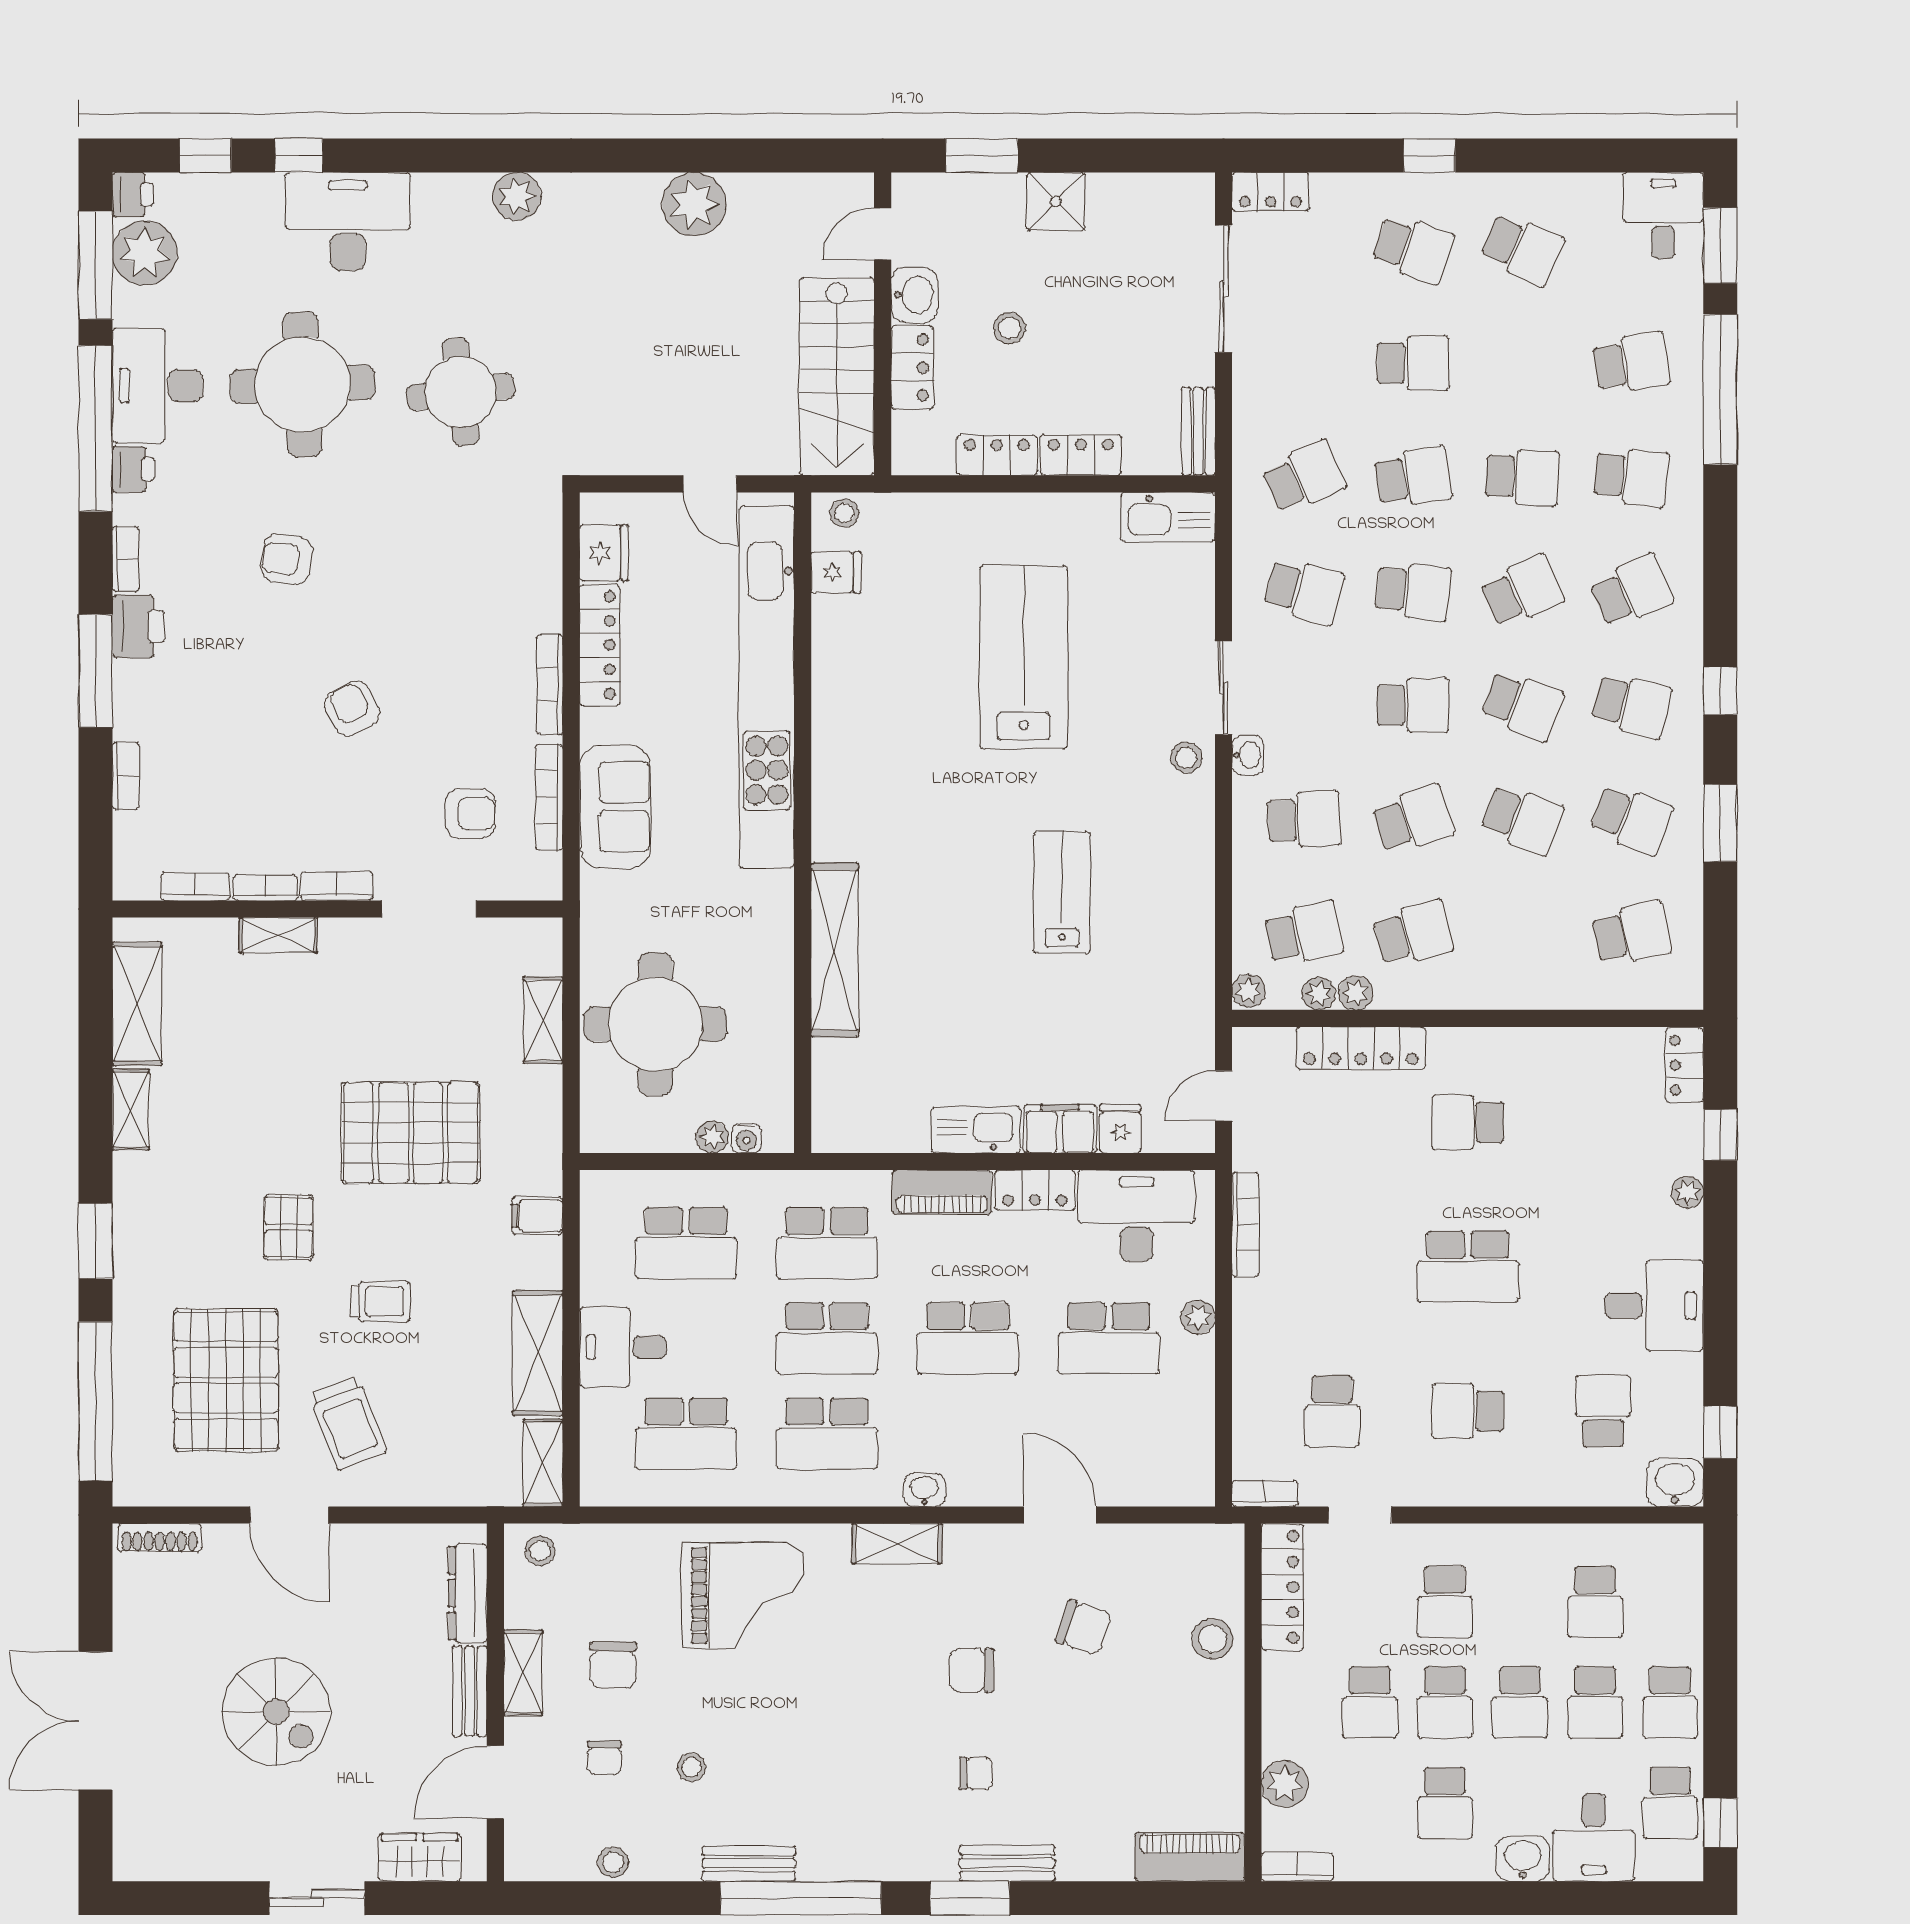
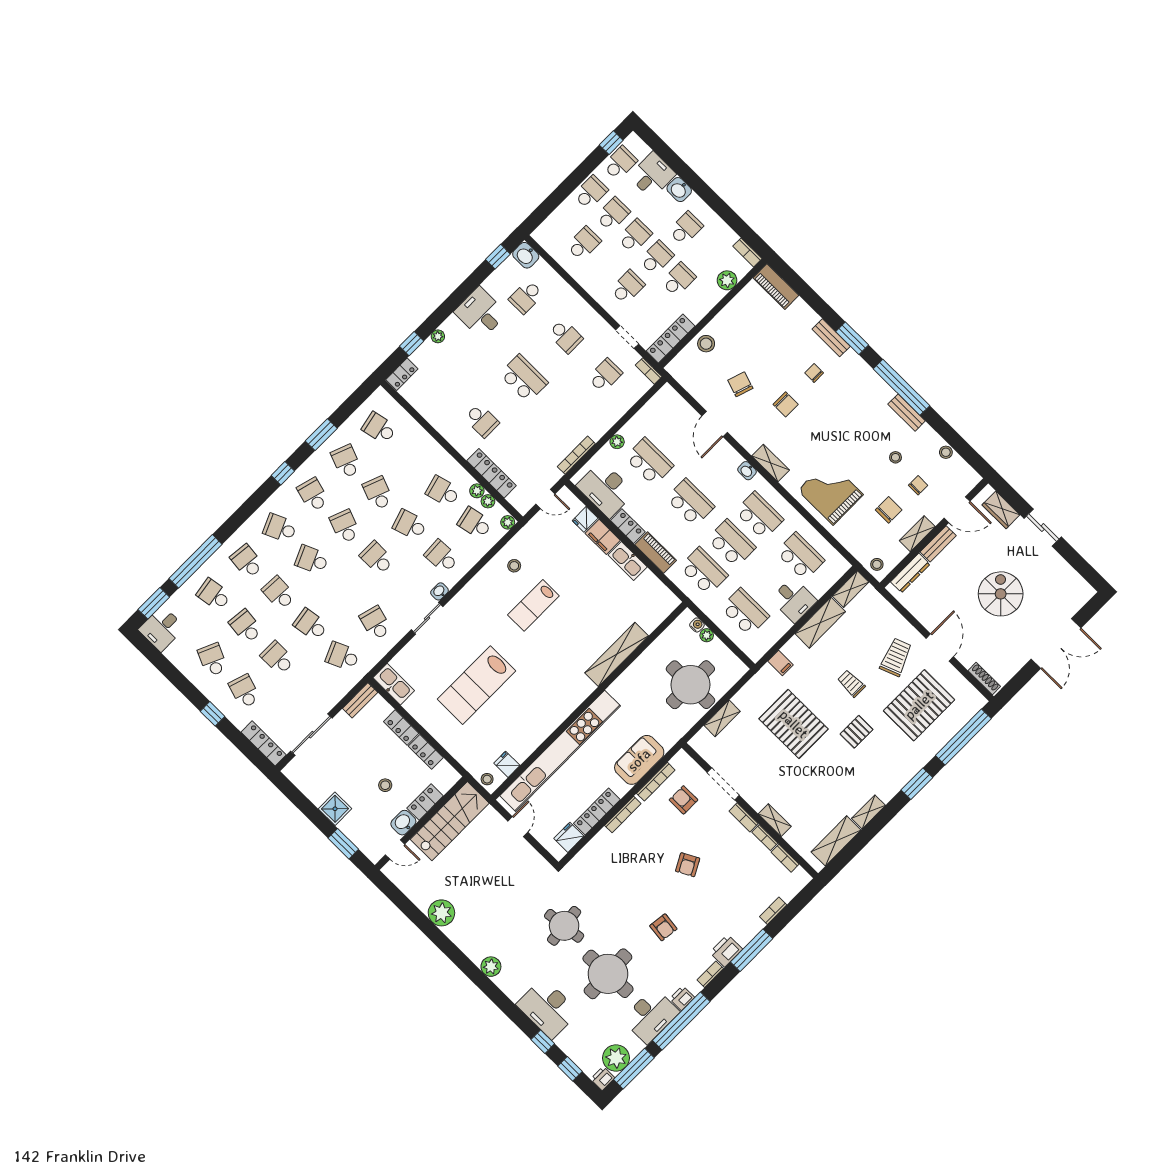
locker: (1270, 192) -> (264, 743), width x1.53
school desk: (1413, 591) -> (246, 626), moved
stool: (1186, 758) -> (514, 566), moved

